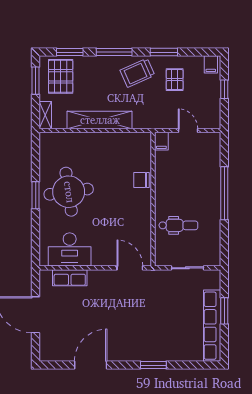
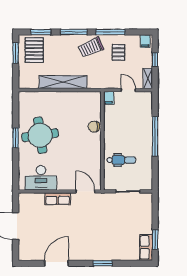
window: (164, 52) -> (110, 32), width x1.44
shelving: (45, 115) -> (148, 79), moved
row of seats: (70, 278) -> (58, 199), moved
window: (224, 311) -> (155, 239), moved
row of seats: (212, 326) -> (146, 247), width x0.50

